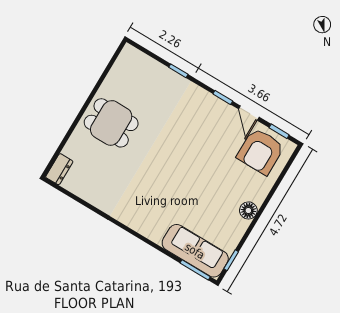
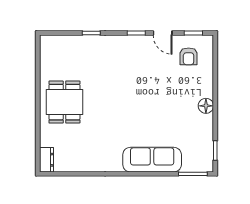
dining table: (111, 123) -> (64, 102), turned 90
armchair: (261, 151) -> (189, 56), width x0.53, depth x0.53
sofa: (195, 251) -> (152, 160), moved

